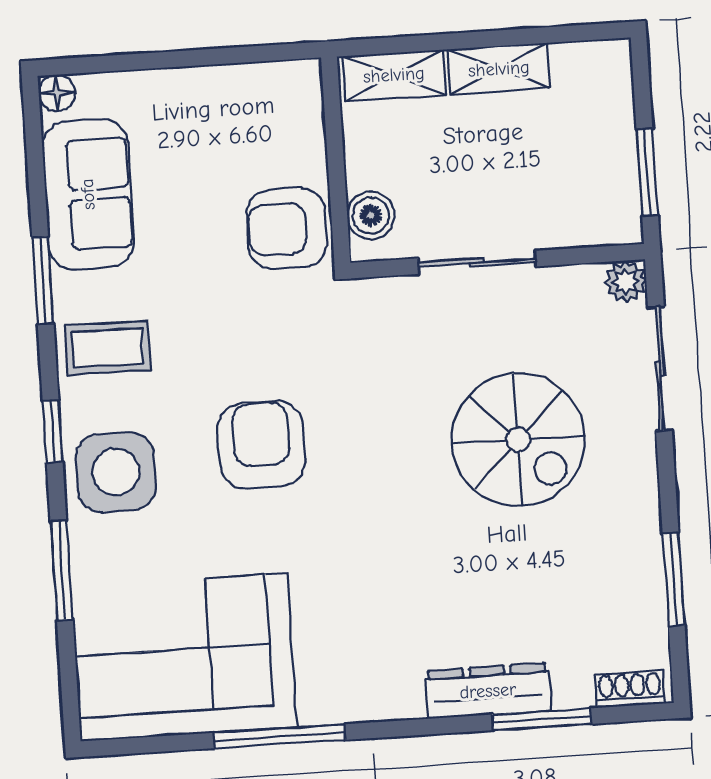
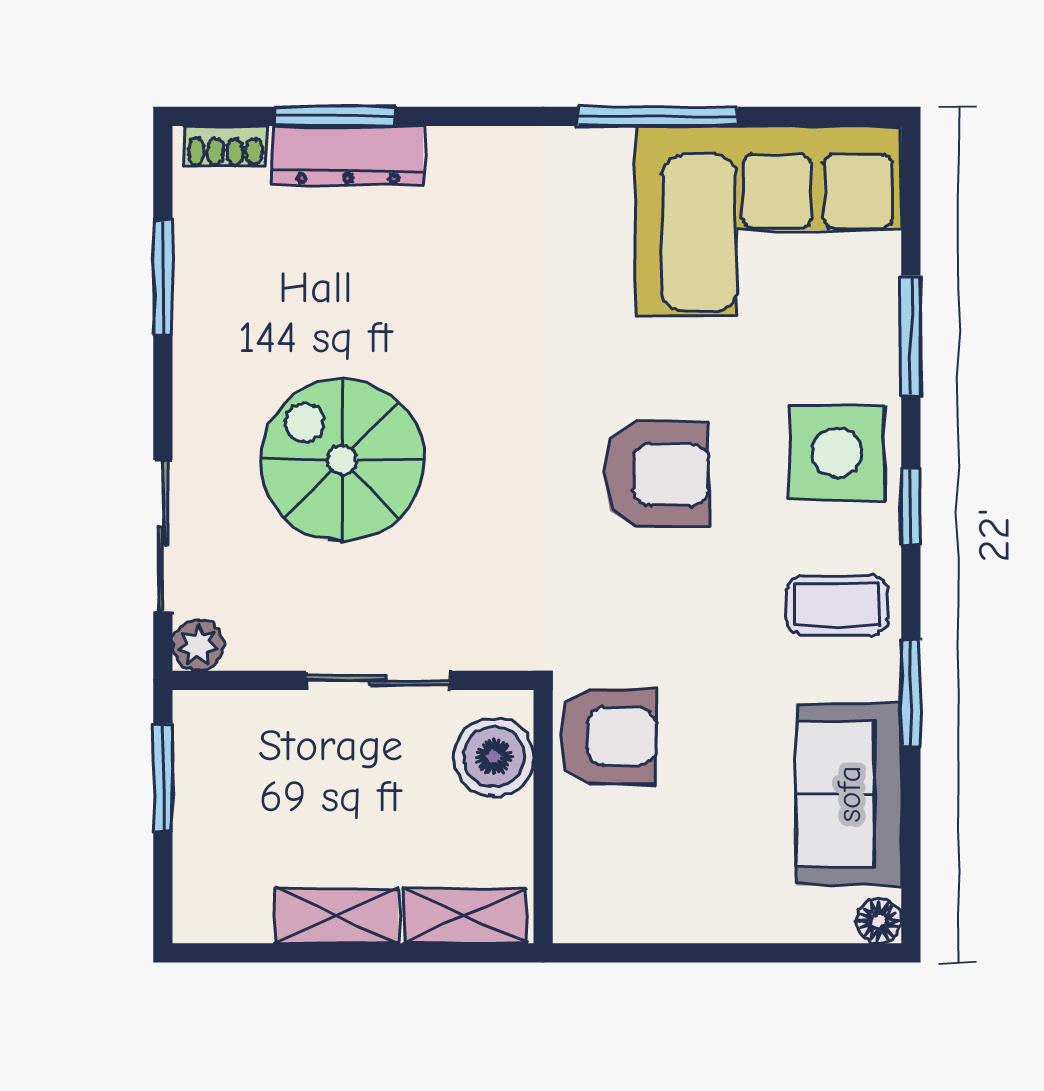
boiler: (371, 215) -> (494, 757), width x1.36, depth x1.36
armchair: (261, 445) -> (656, 474), turned -90
dresser: (488, 691) -> (348, 155), moved

